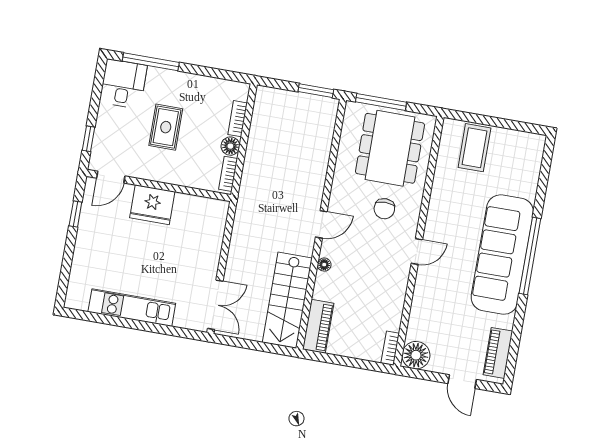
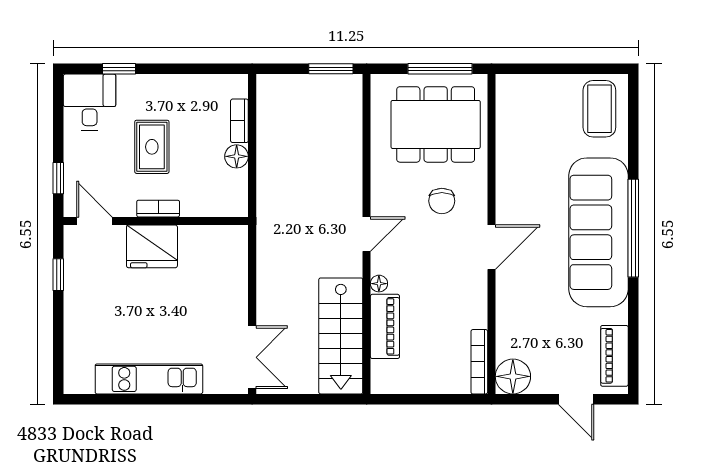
window: (151, 62) -> (119, 69), width x0.46
window: (381, 102) -> (440, 69), moved
dining table: (390, 148) -> (436, 124), turned 90
coffee table: (474, 148) -> (599, 109), moved
bookcase: (228, 174) -> (158, 209), moved, turned 90
door: (111, 177) -> (94, 221), swing flipped
door: (417, 251) -> (491, 247), width x1.38
piano: (318, 326) -> (385, 326), moved
bookcase: (390, 348) -> (479, 362), width x1.56

